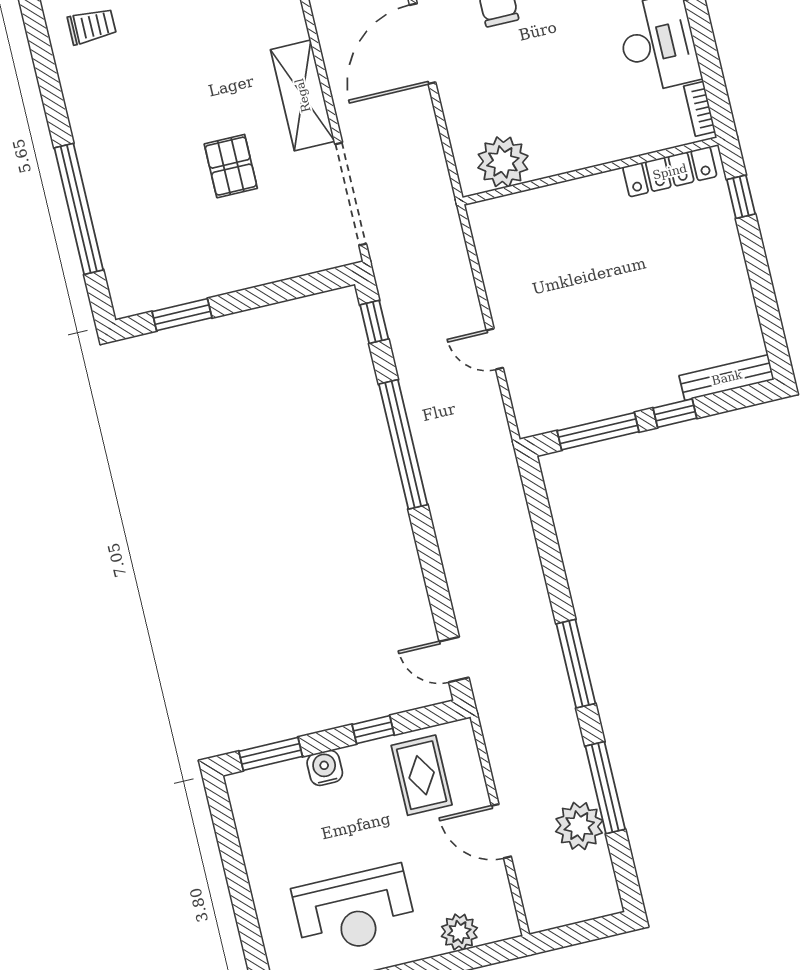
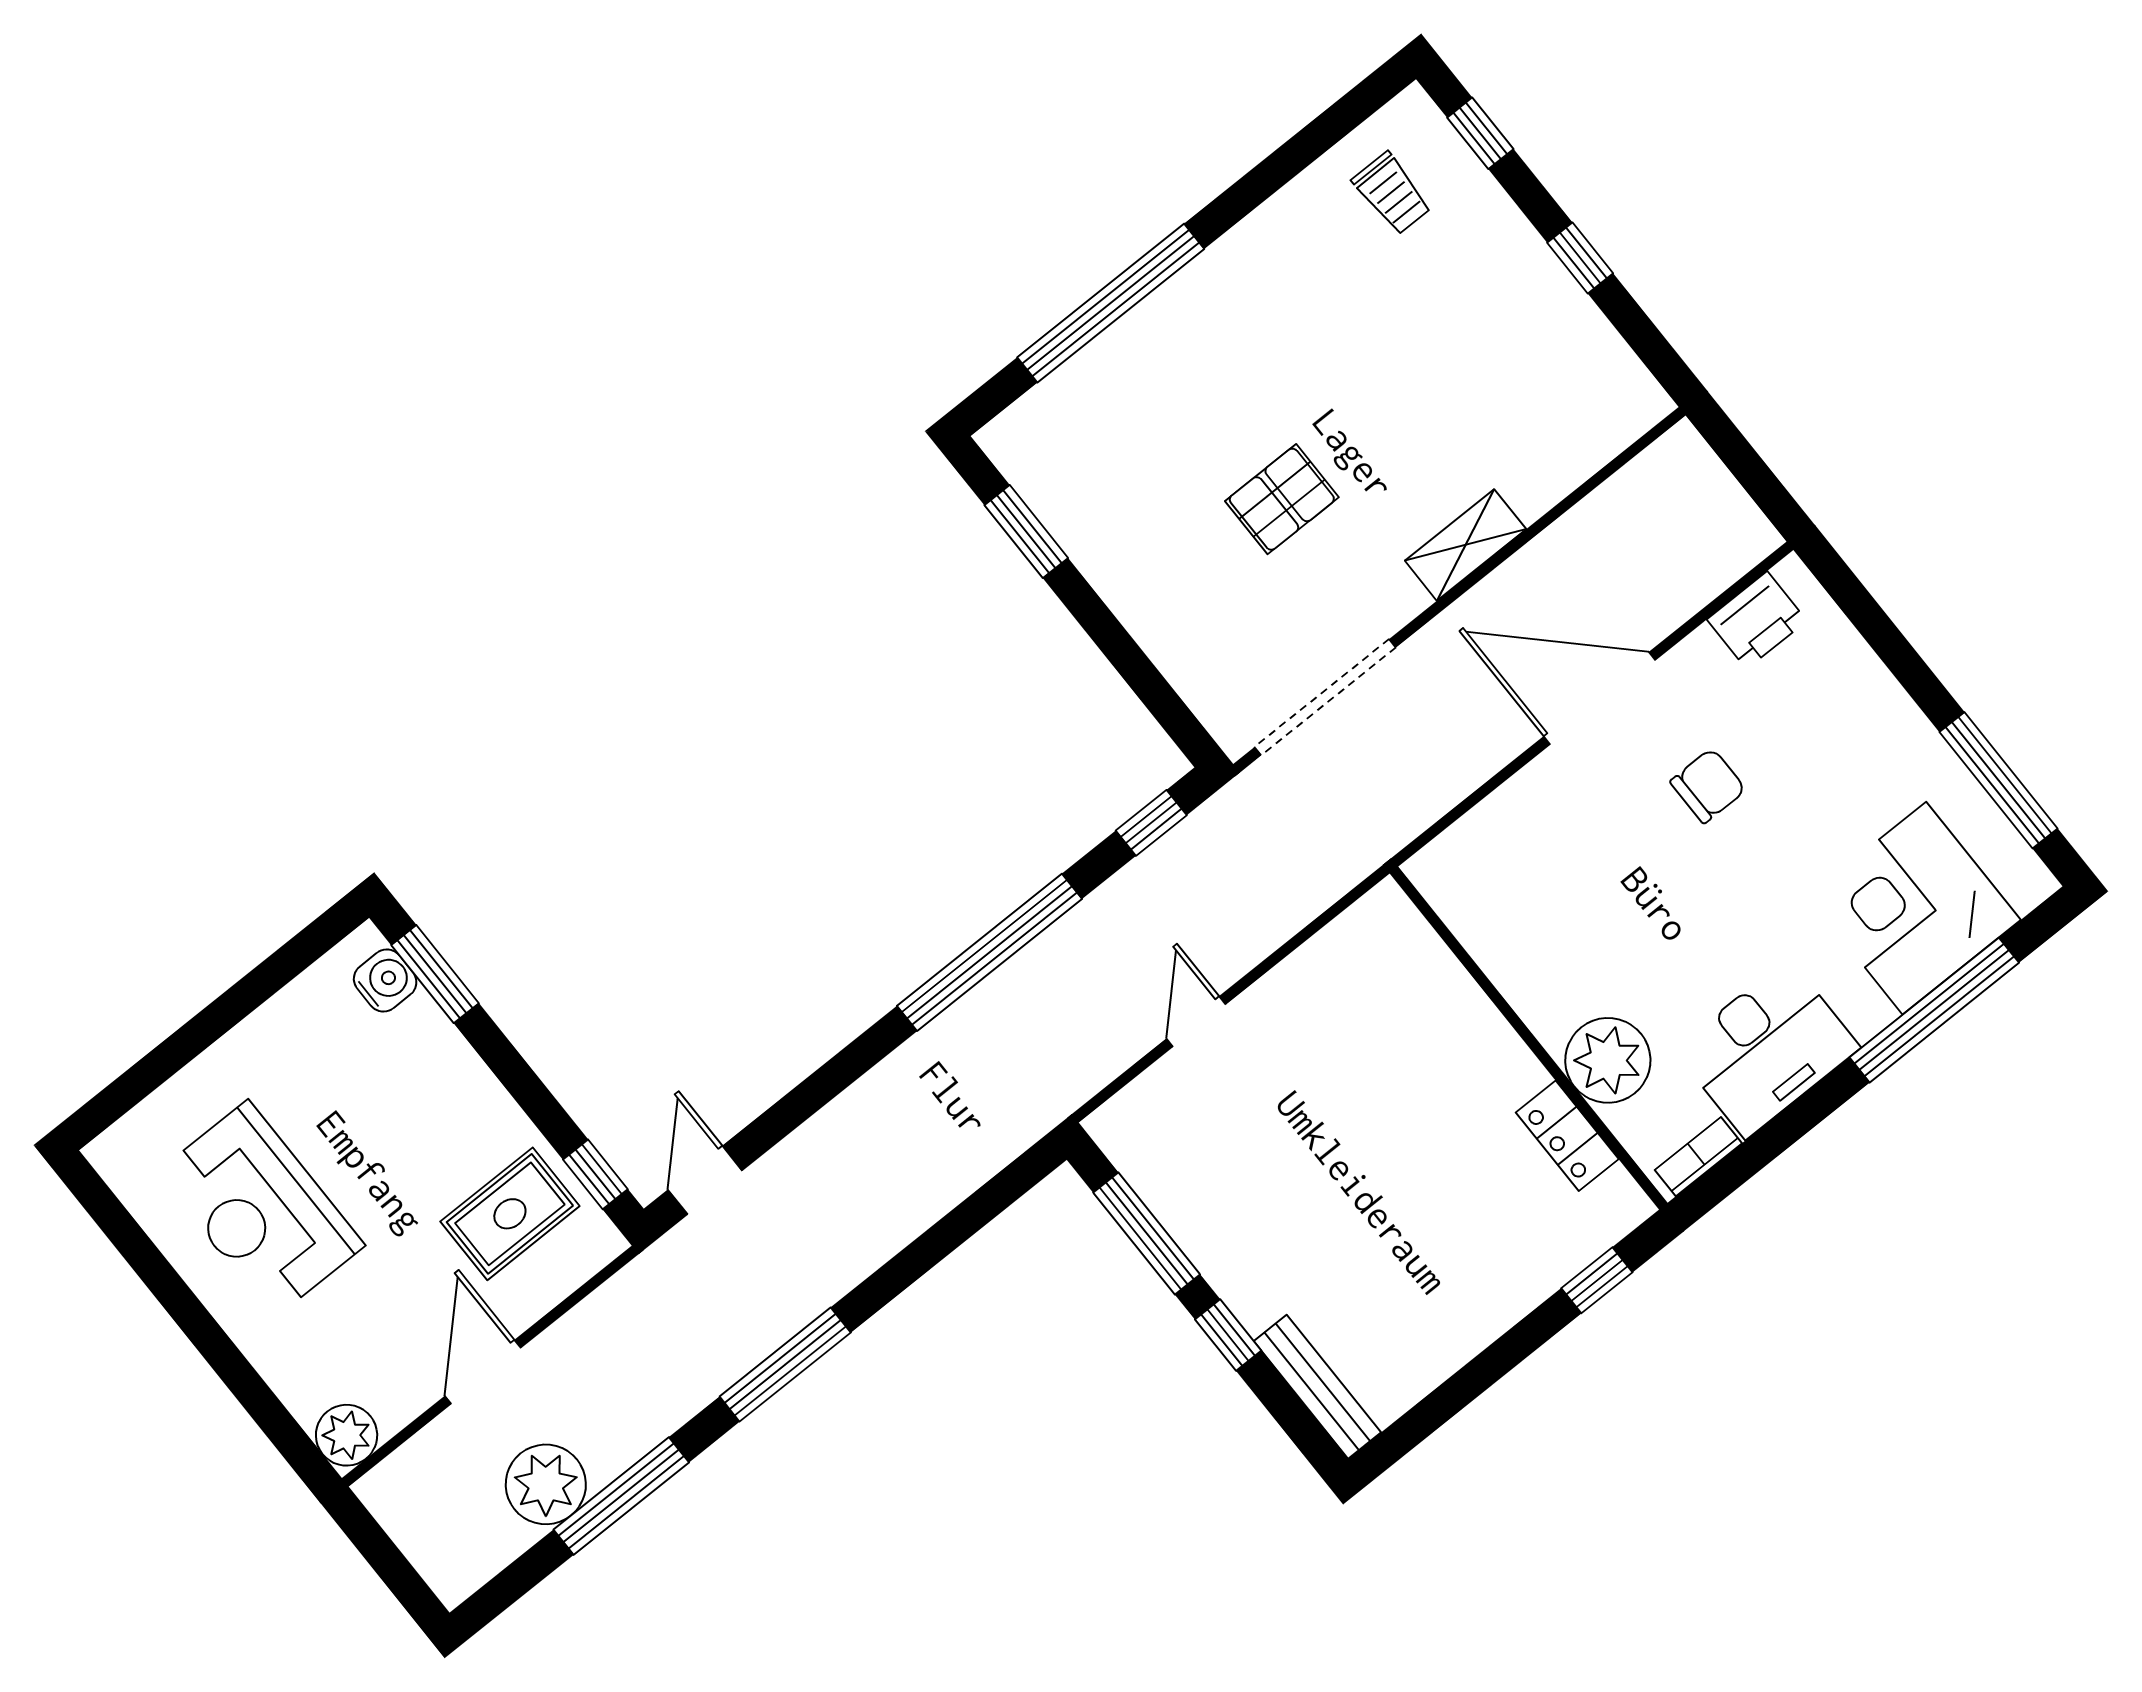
shelving: (303, 95) -> (1466, 545), width x0.67, depth x0.75
plant: (503, 162) -> (1608, 1060), moved
locker: (670, 172) -> (1567, 1136), width x0.66
window: (373, 730) -> (595, 1174), moved
water cooler: (325, 768) -> (385, 981), moved
plant: (459, 932) -> (347, 1435), moved

